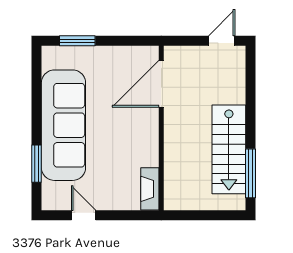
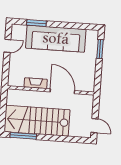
door: (161, 84) -> (62, 91), moved
stairs: (229, 149) -> (37, 121), width x1.36, depth x1.51
fireplace: (150, 189) -> (36, 83), moved

